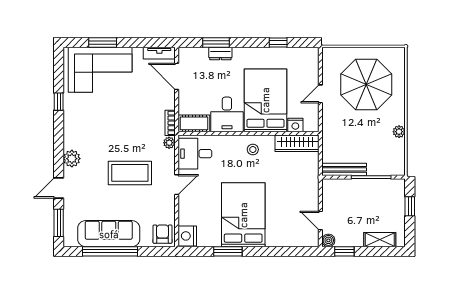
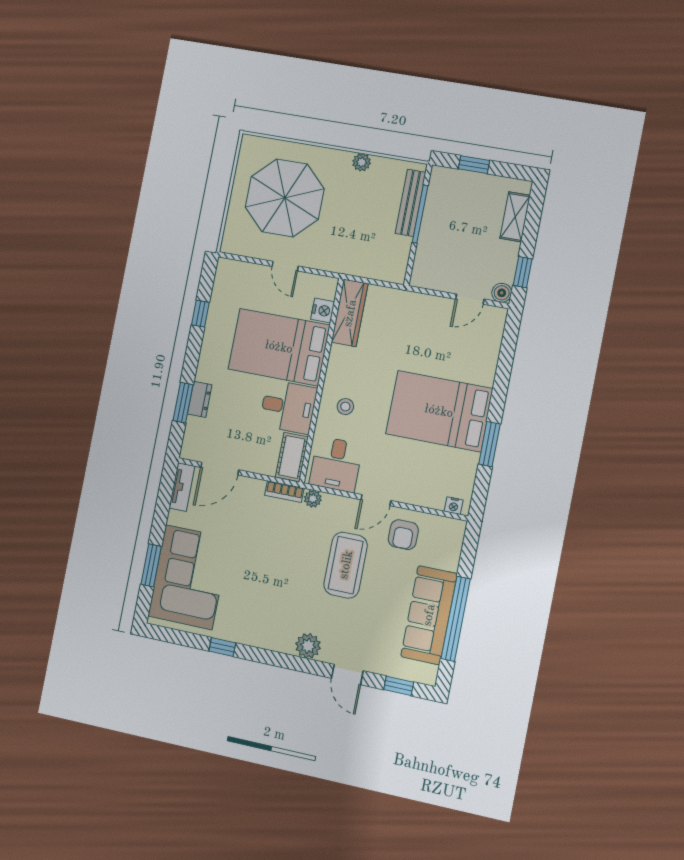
stool: (253, 149) -> (345, 407), moved
bench: (344, 169) -> (411, 203), moved
door: (177, 185) -> (376, 500), swing flipped
window: (59, 223) -> (399, 686), width x0.67
armchair: (163, 234) -> (403, 535), moved, turned -90
nightstand: (187, 236) -> (454, 506), width x0.53, depth x0.56

